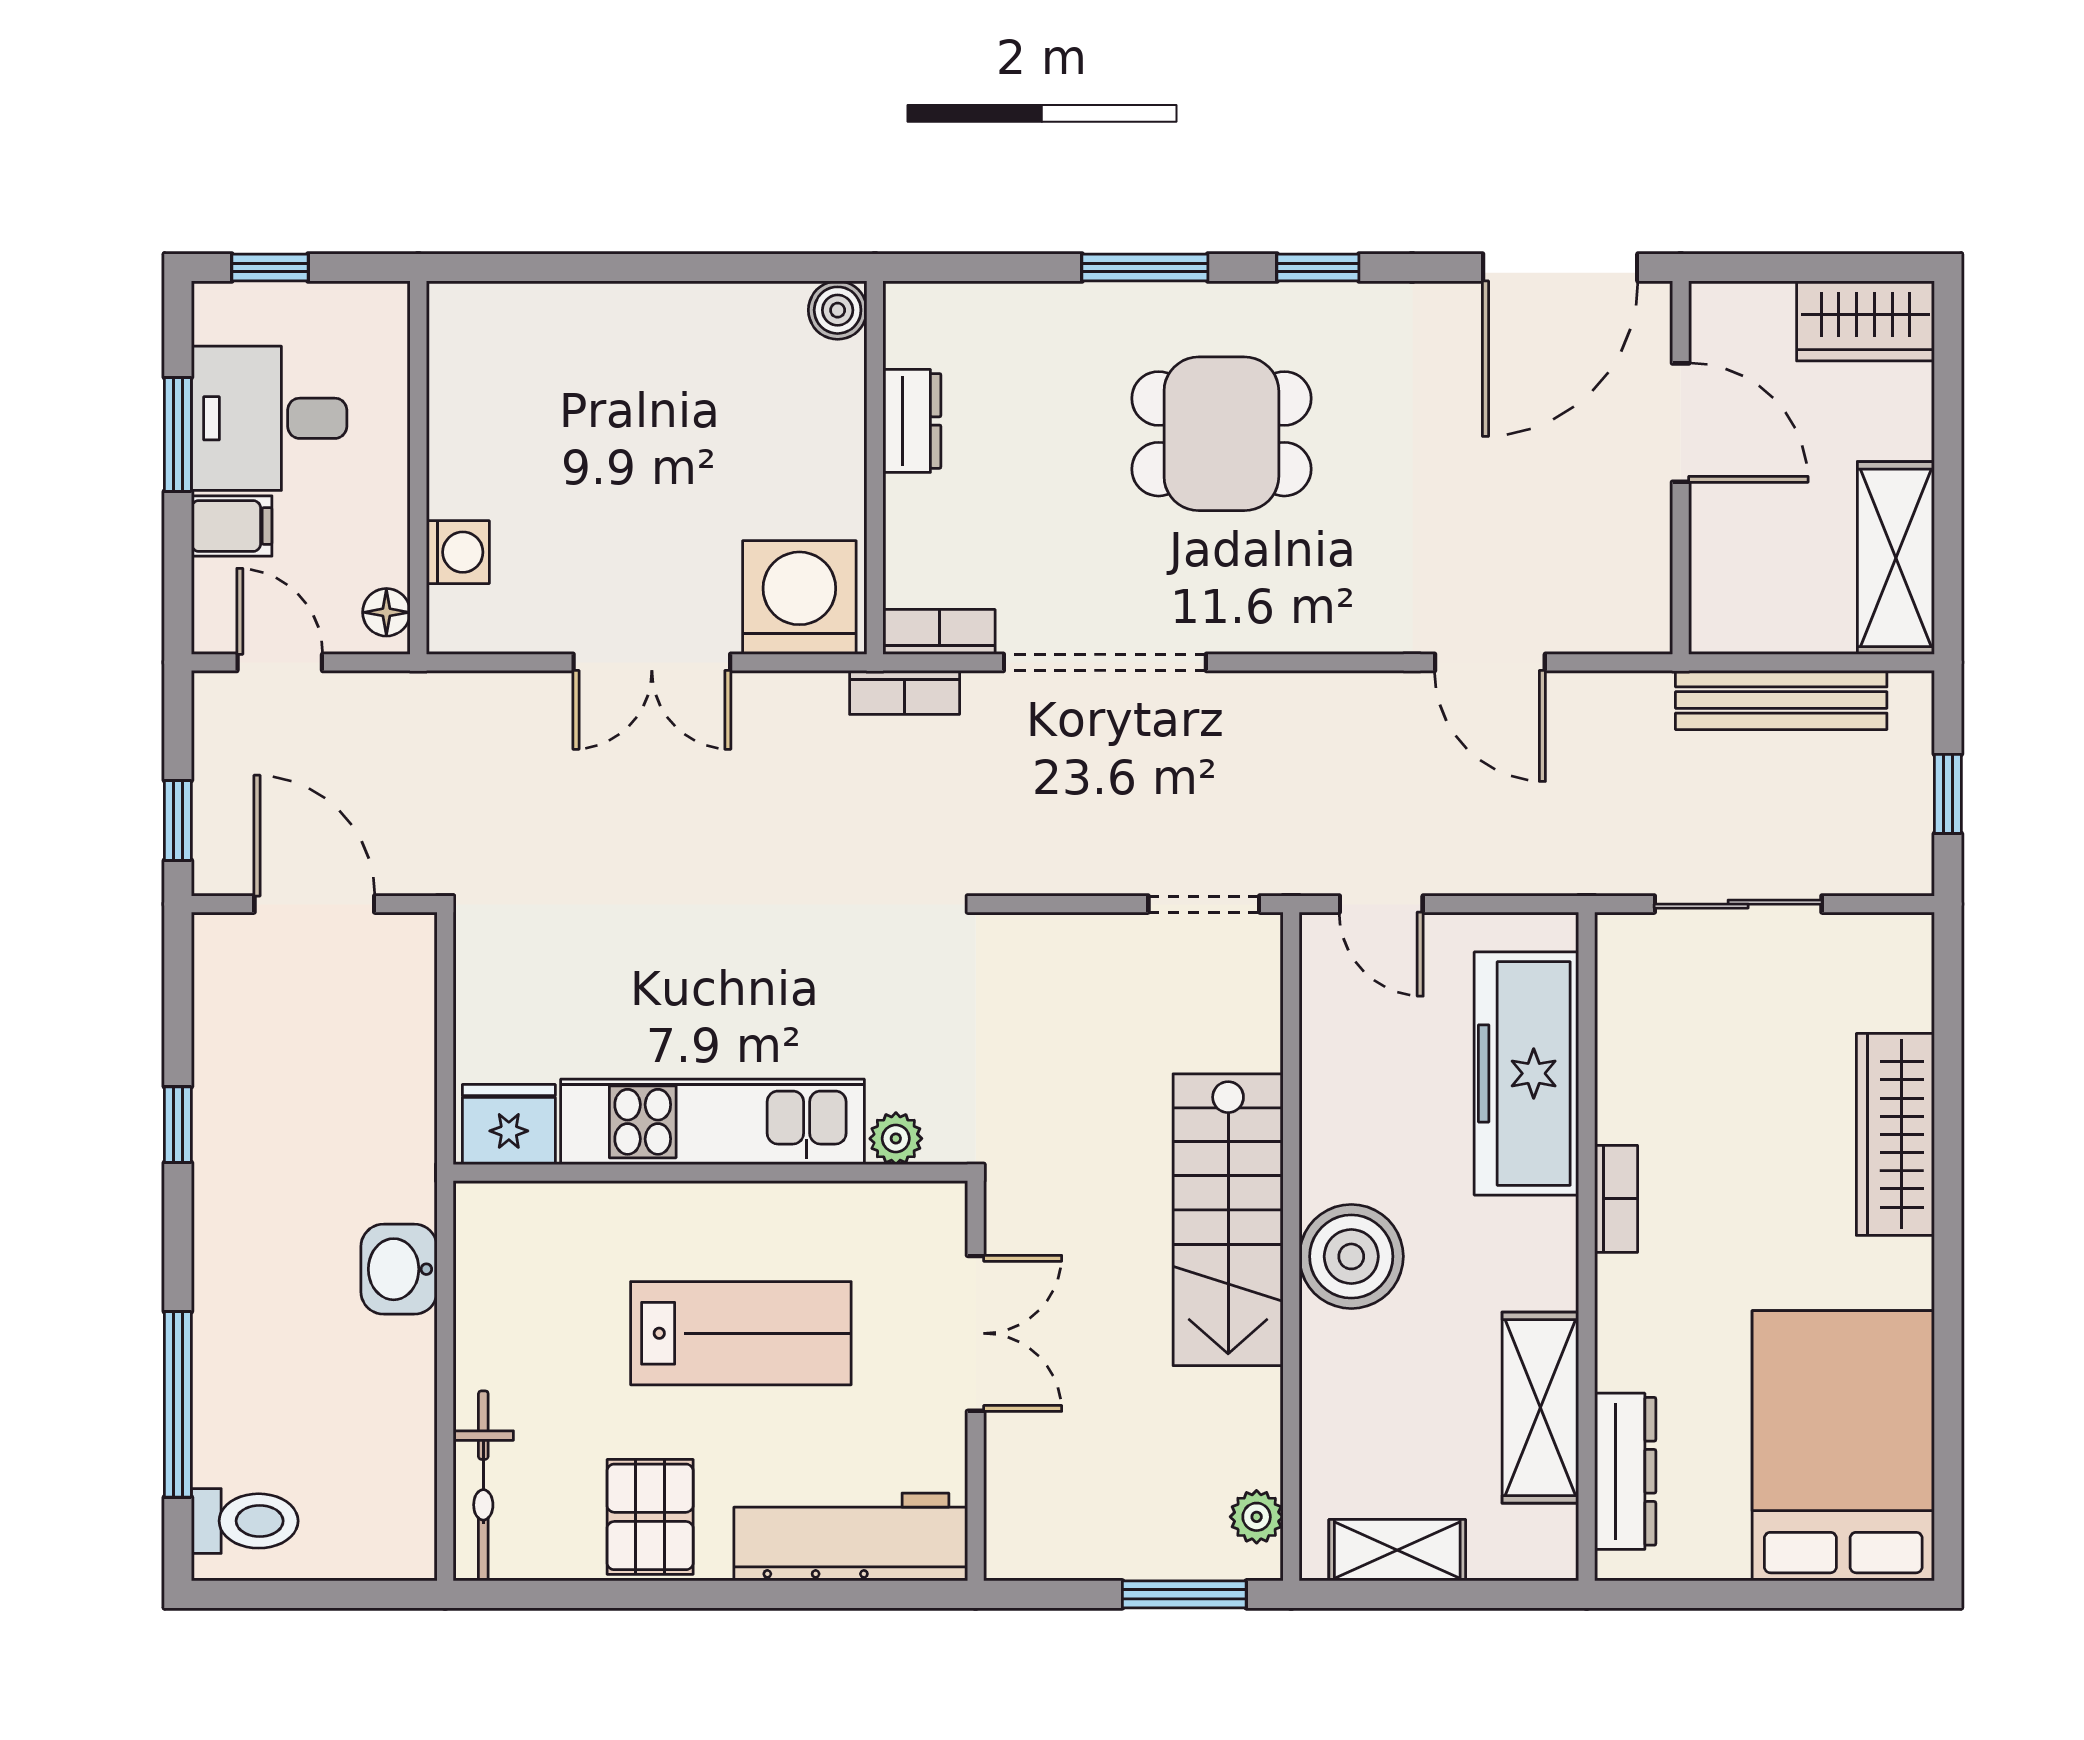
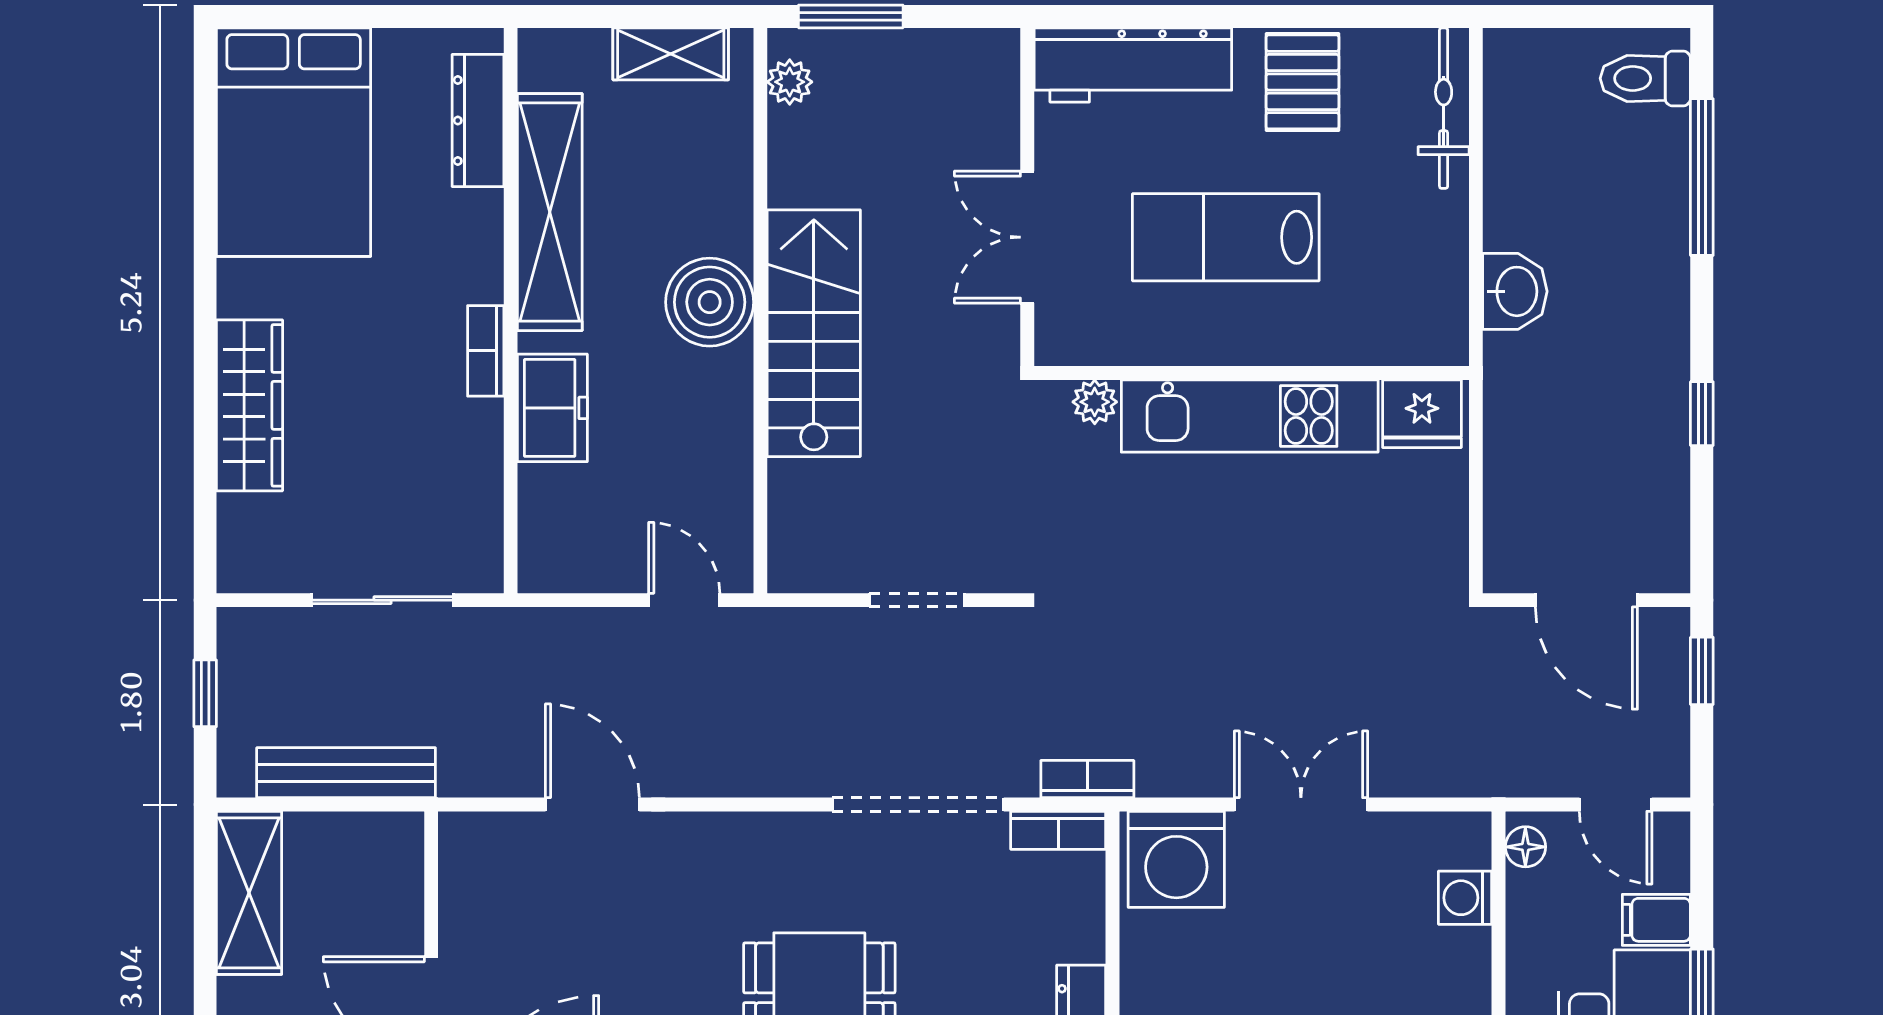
doorway: (1204, 904) -> (917, 600), moved
freezer: (1526, 1073) -> (552, 408), width x0.52, depth x0.79
shelving: (1540, 1408) -> (550, 212), width x1.47

